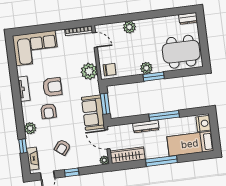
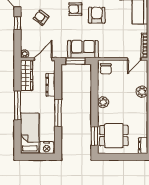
dining table: (181, 52) -> (114, 136), width x0.73
plant: (89, 71) -> (107, 50), removed
window: (154, 77) -> (95, 136), moved
armchair: (52, 87) -> (97, 15), turned 180
sofa: (93, 113) -> (83, 49), moved
dresser: (146, 126) -> (50, 85), moved

